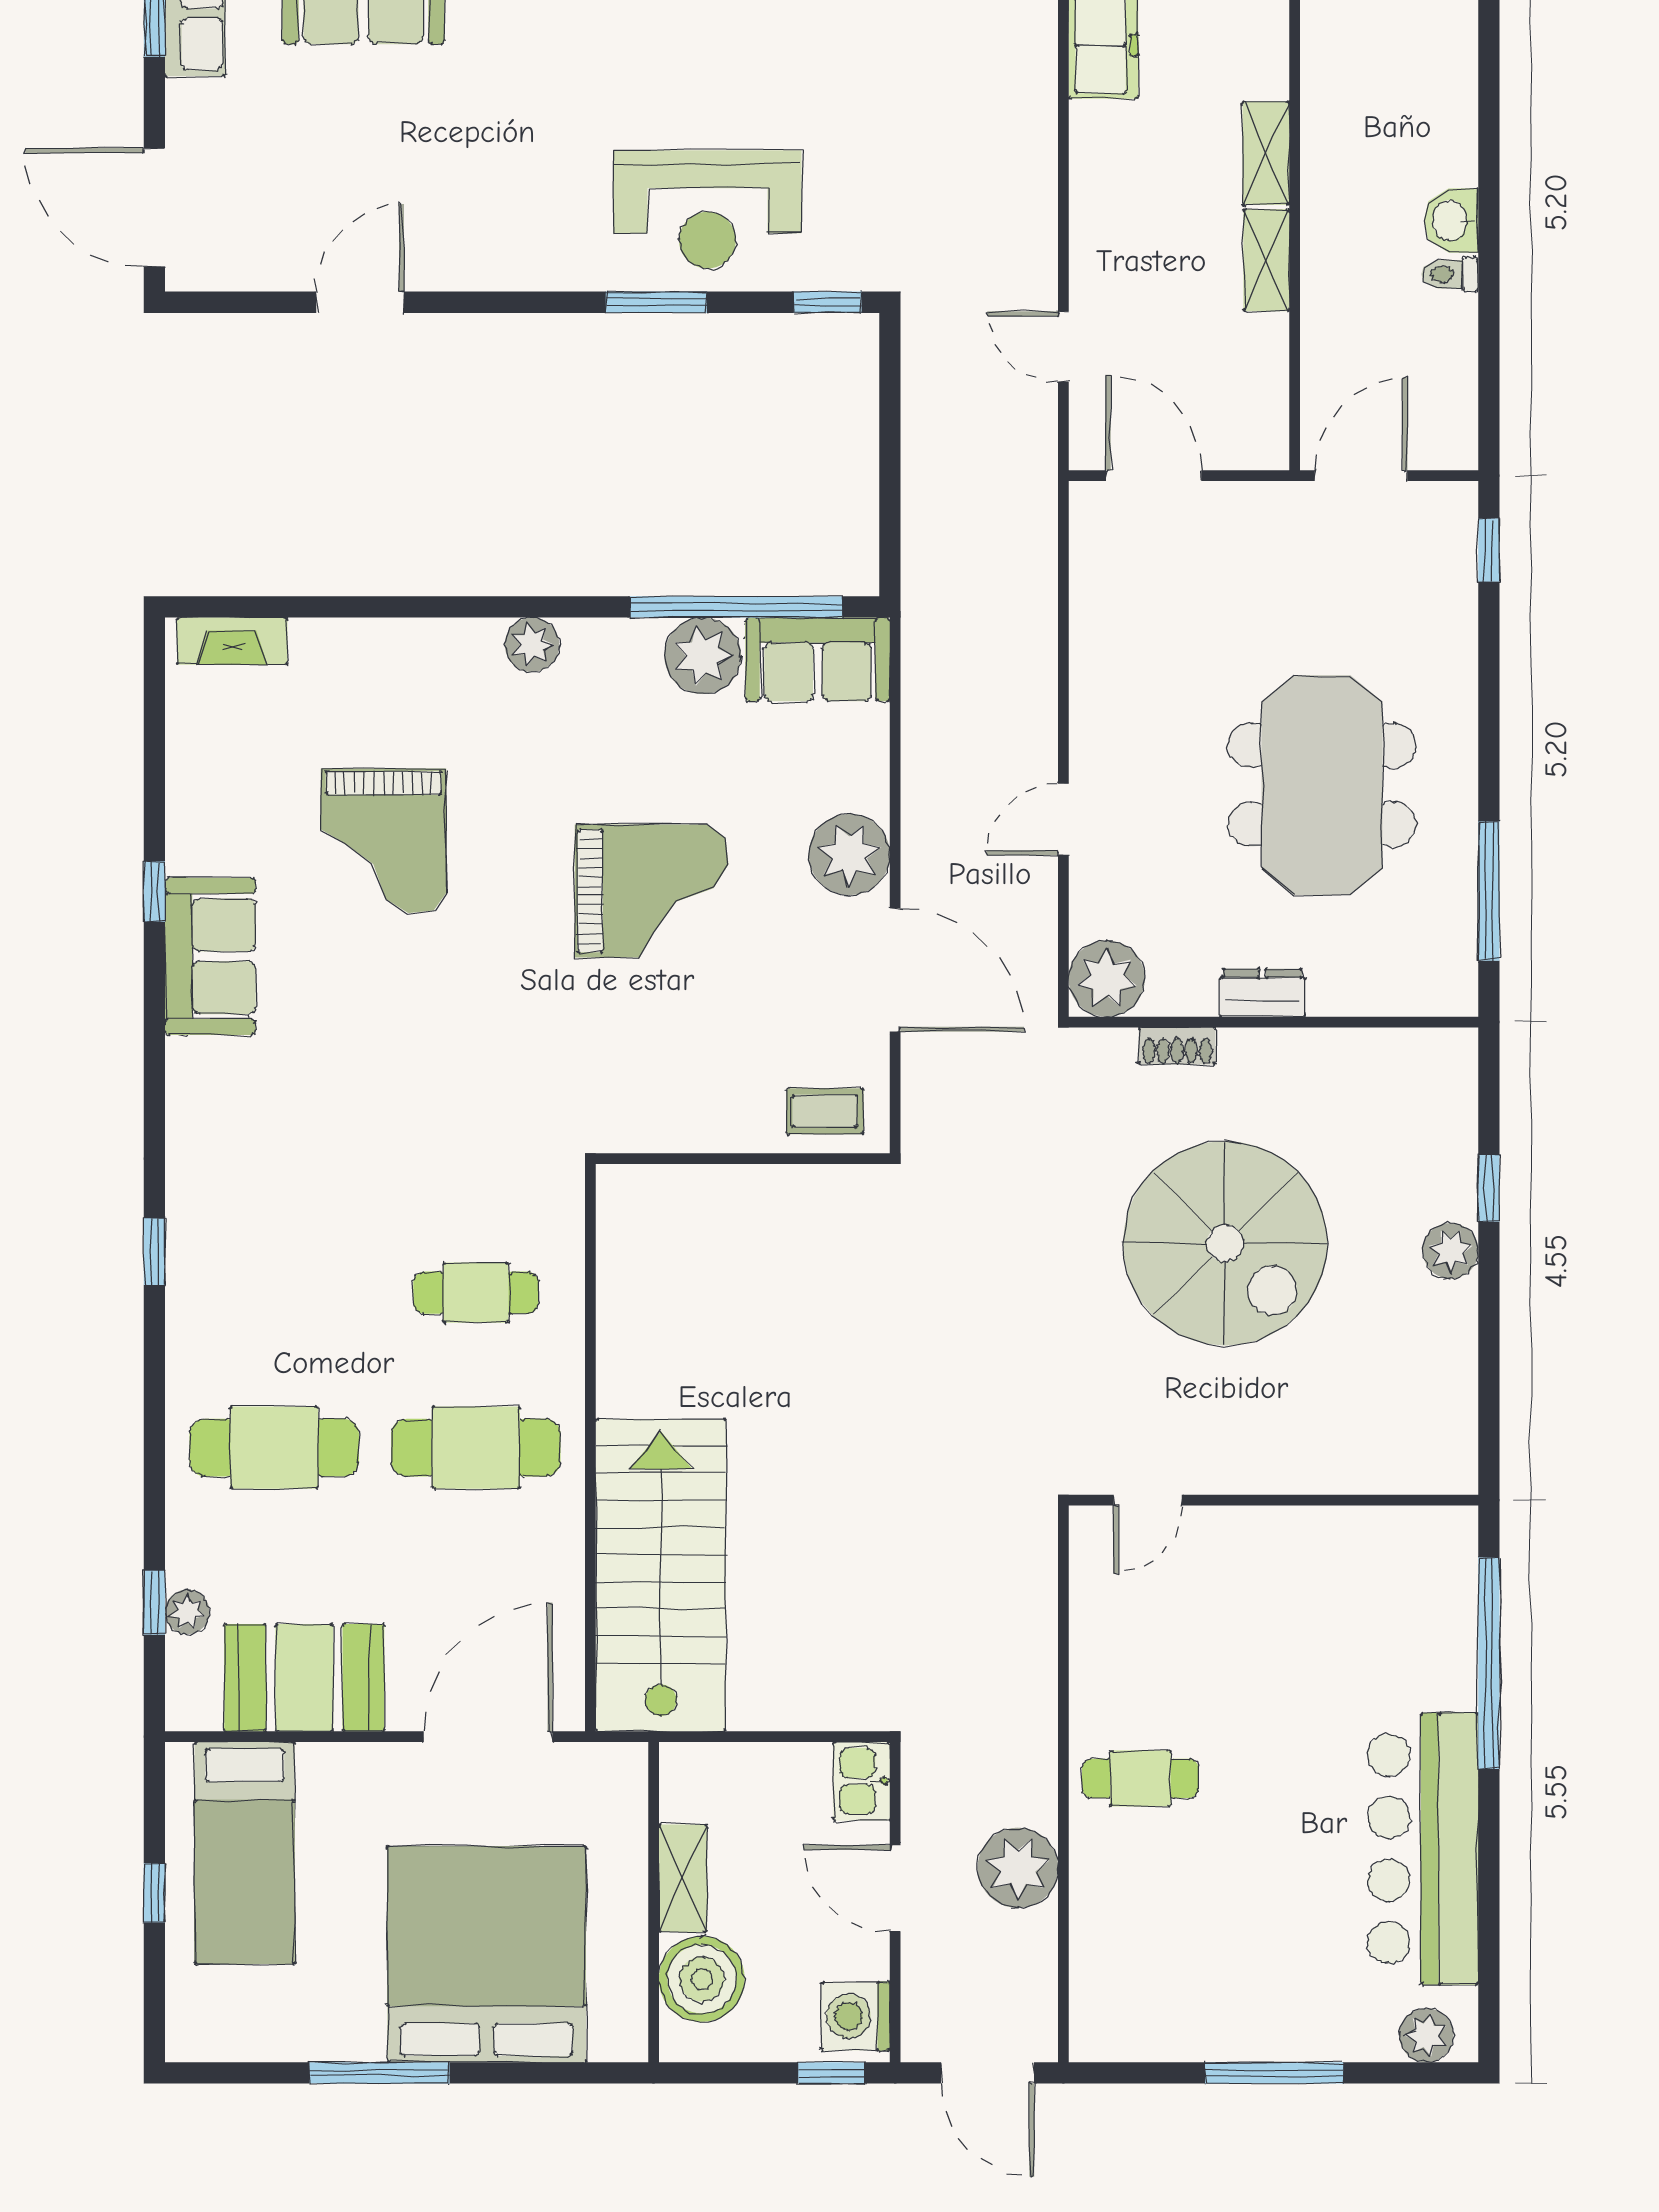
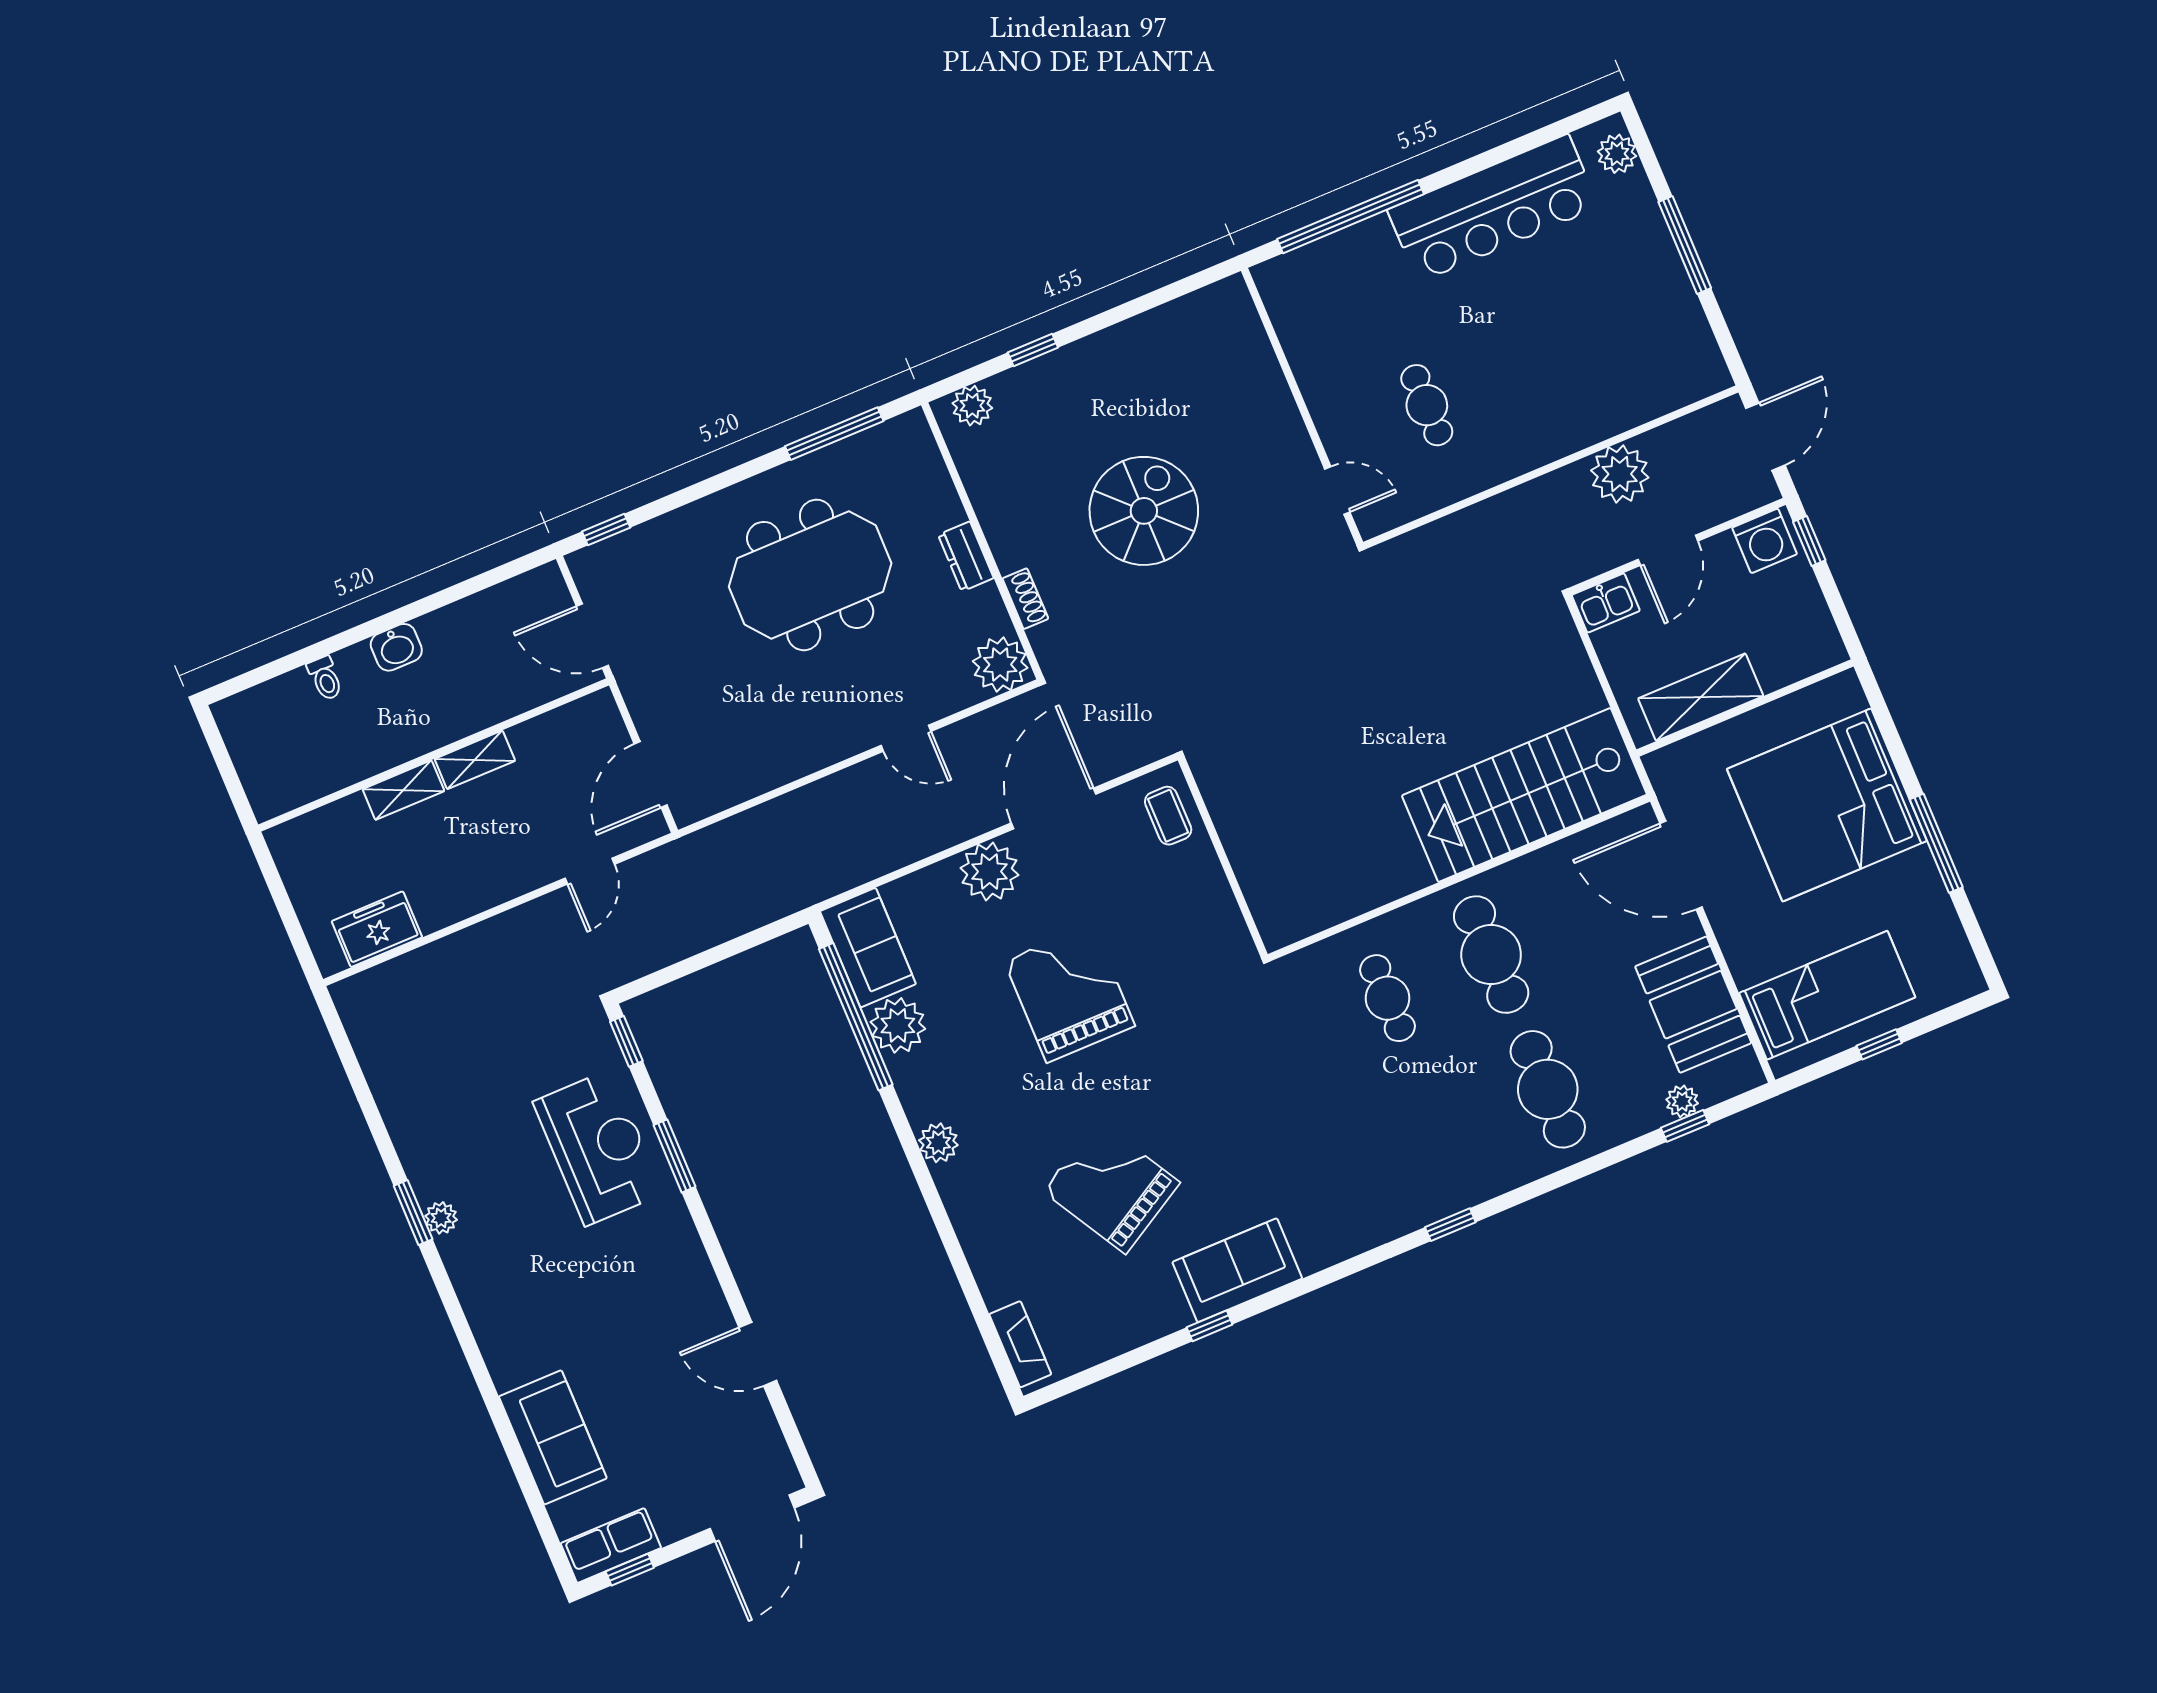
toilet: (1450, 274) -> (325, 678), moved
grand piano: (383, 841) -> (1111, 1187), turned -120
spiral stairs: (1225, 1243) -> (1144, 511), width x0.73, depth x0.73
plant: (1451, 1251) -> (972, 406), moved
cafe table: (1140, 1778) -> (1427, 405), moved
shelving: (683, 1878) -> (1701, 697), width x1.50, depth x1.33
boiler: (702, 1979) -> (1783, 654), removed

